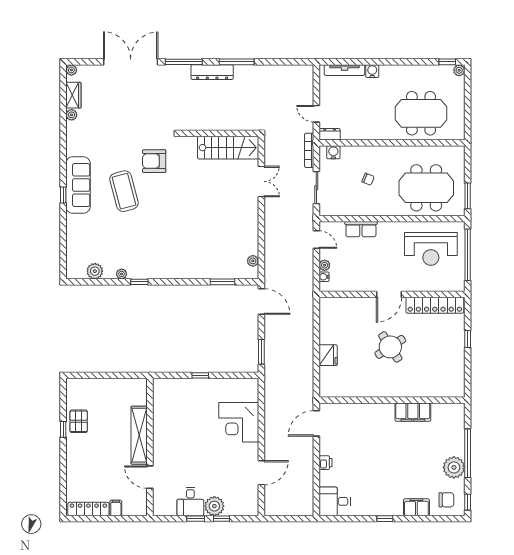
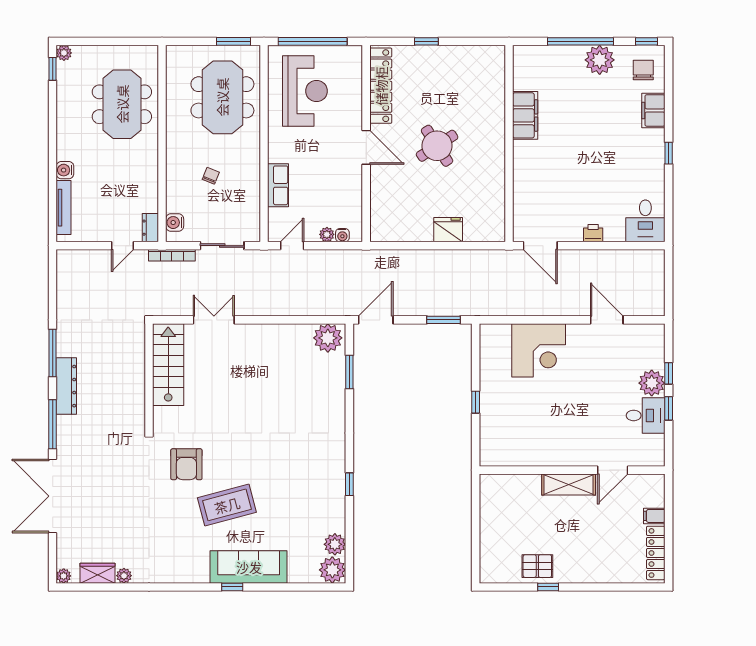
sofa: (78, 185) -> (249, 567), moved
plant: (253, 261) -> (328, 338), width x1.87, depth x1.87
plant: (122, 274) -> (332, 570), moved, width x1.87, depth x1.87
shelving: (139, 435) -> (569, 485), width x0.68

